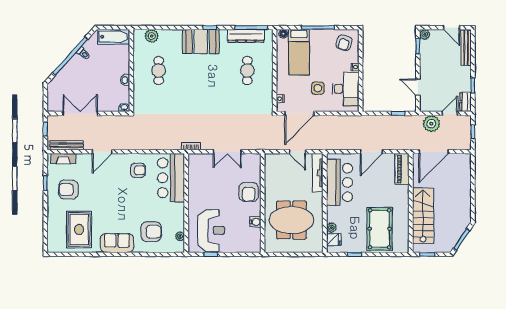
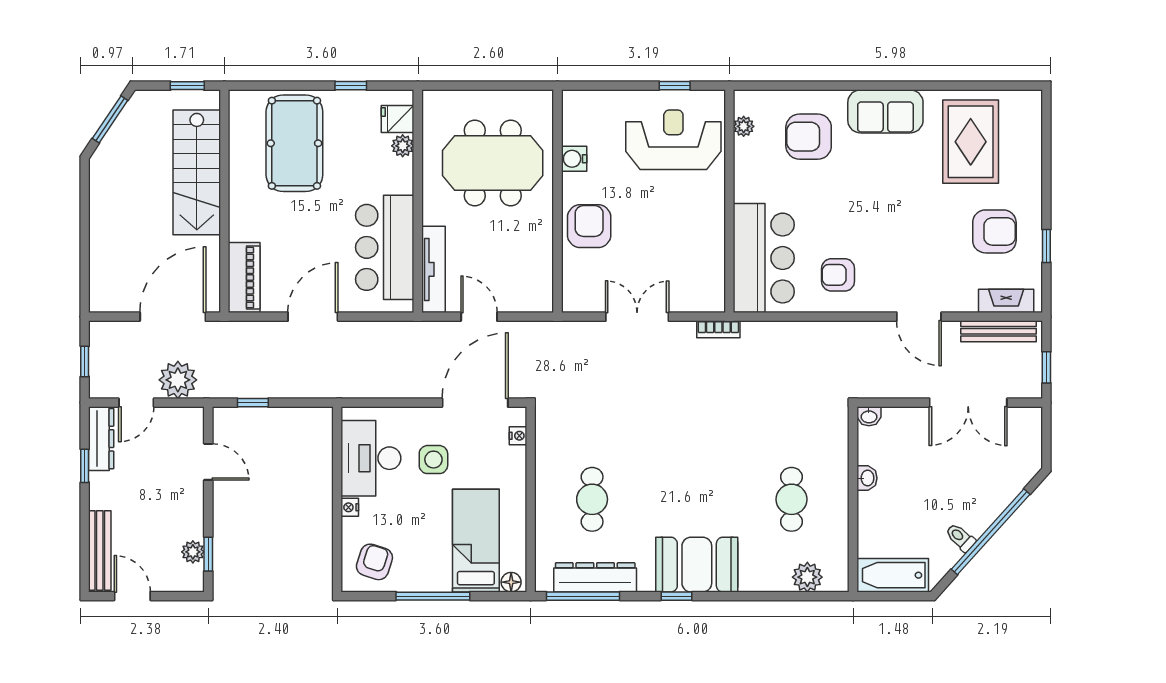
plant: (425, 34) -> (193, 552), moved
dresser: (465, 102) -> (101, 439), width x1.44
door: (102, 152) -> (919, 317), swing flipped
reception desk: (211, 230) -> (673, 140), turned 90

